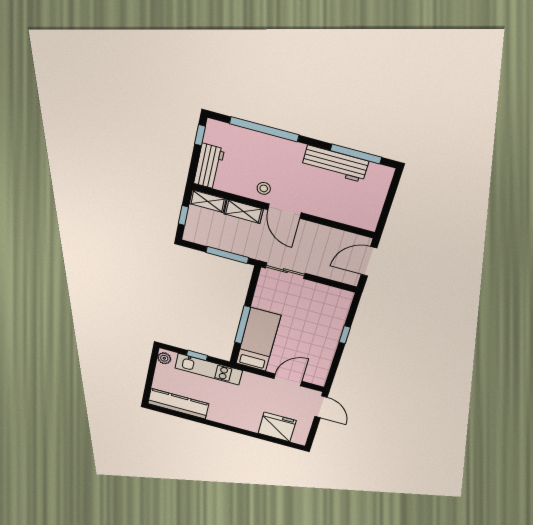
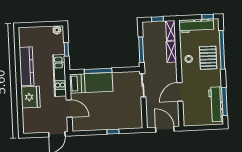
pallet: (271, 157) -> (208, 58), added
workbench: (335, 164) -> (216, 104), moved
workbench: (209, 166) -> (196, 26), width x1.38
door: (284, 211) -> (180, 92), moved
kitchen unit: (209, 369) -> (60, 75), moved
kitchen counter: (178, 404) -> (27, 66), moved
fridge: (277, 427) -> (31, 97), moved

